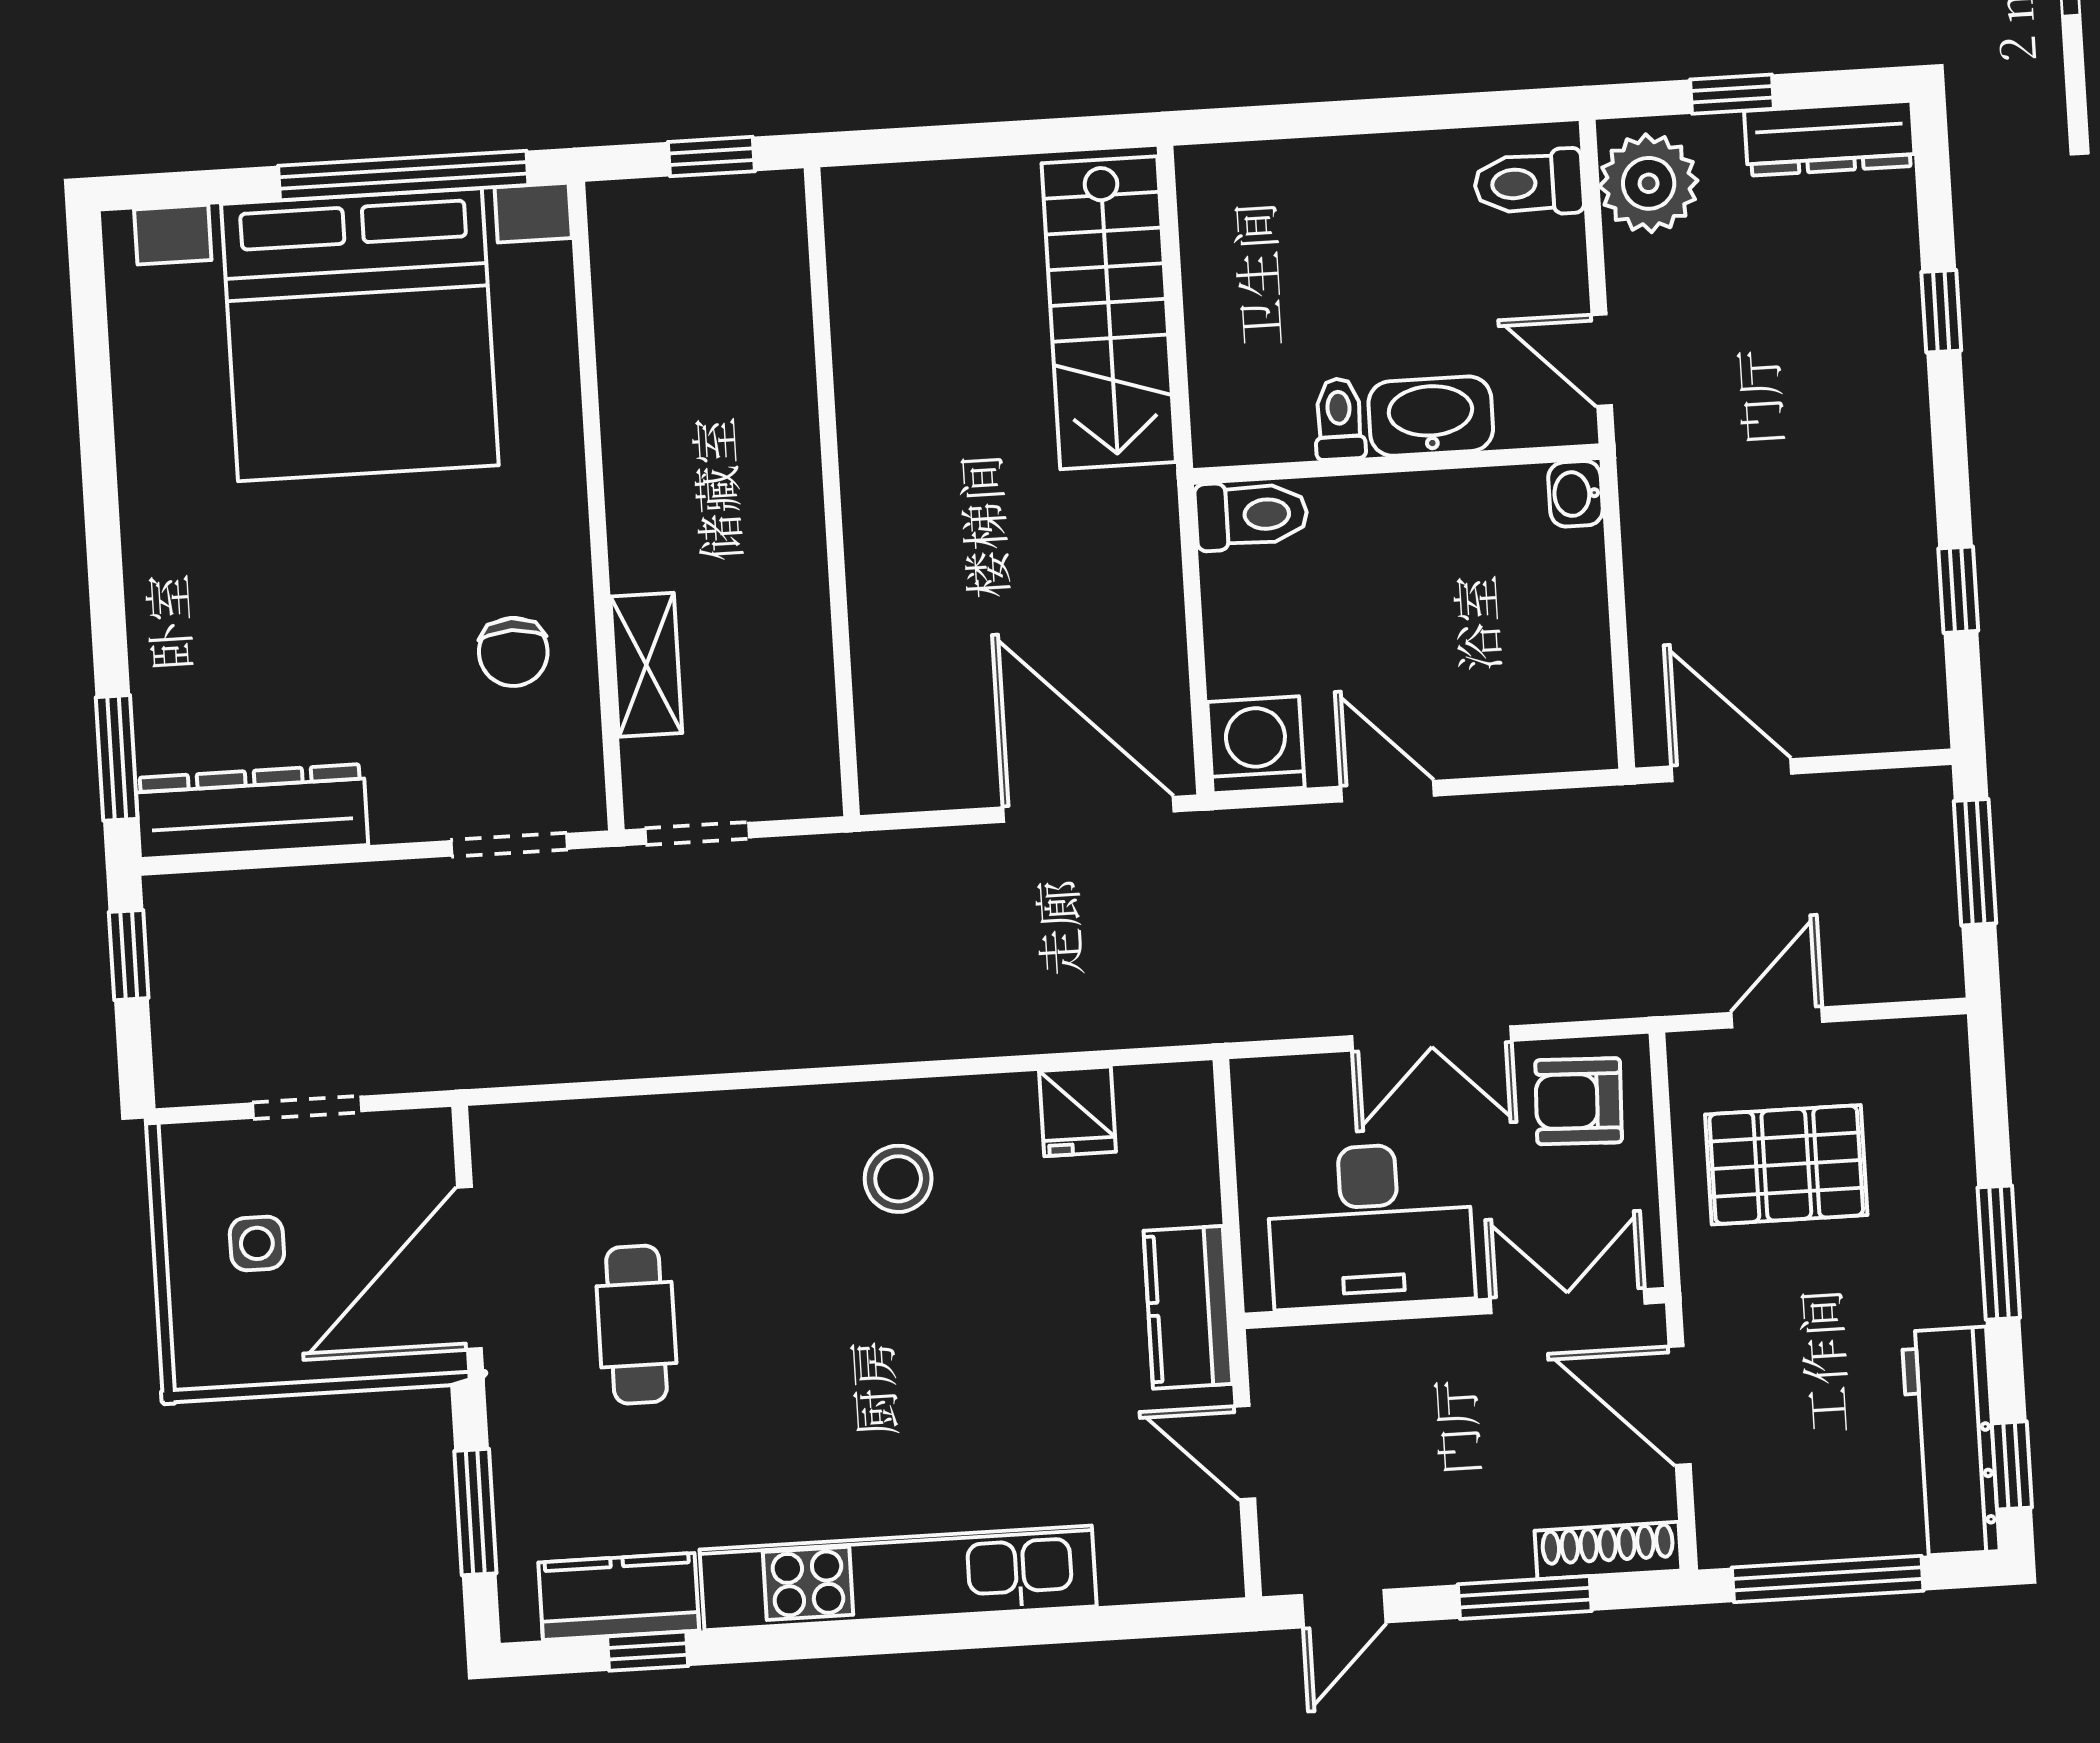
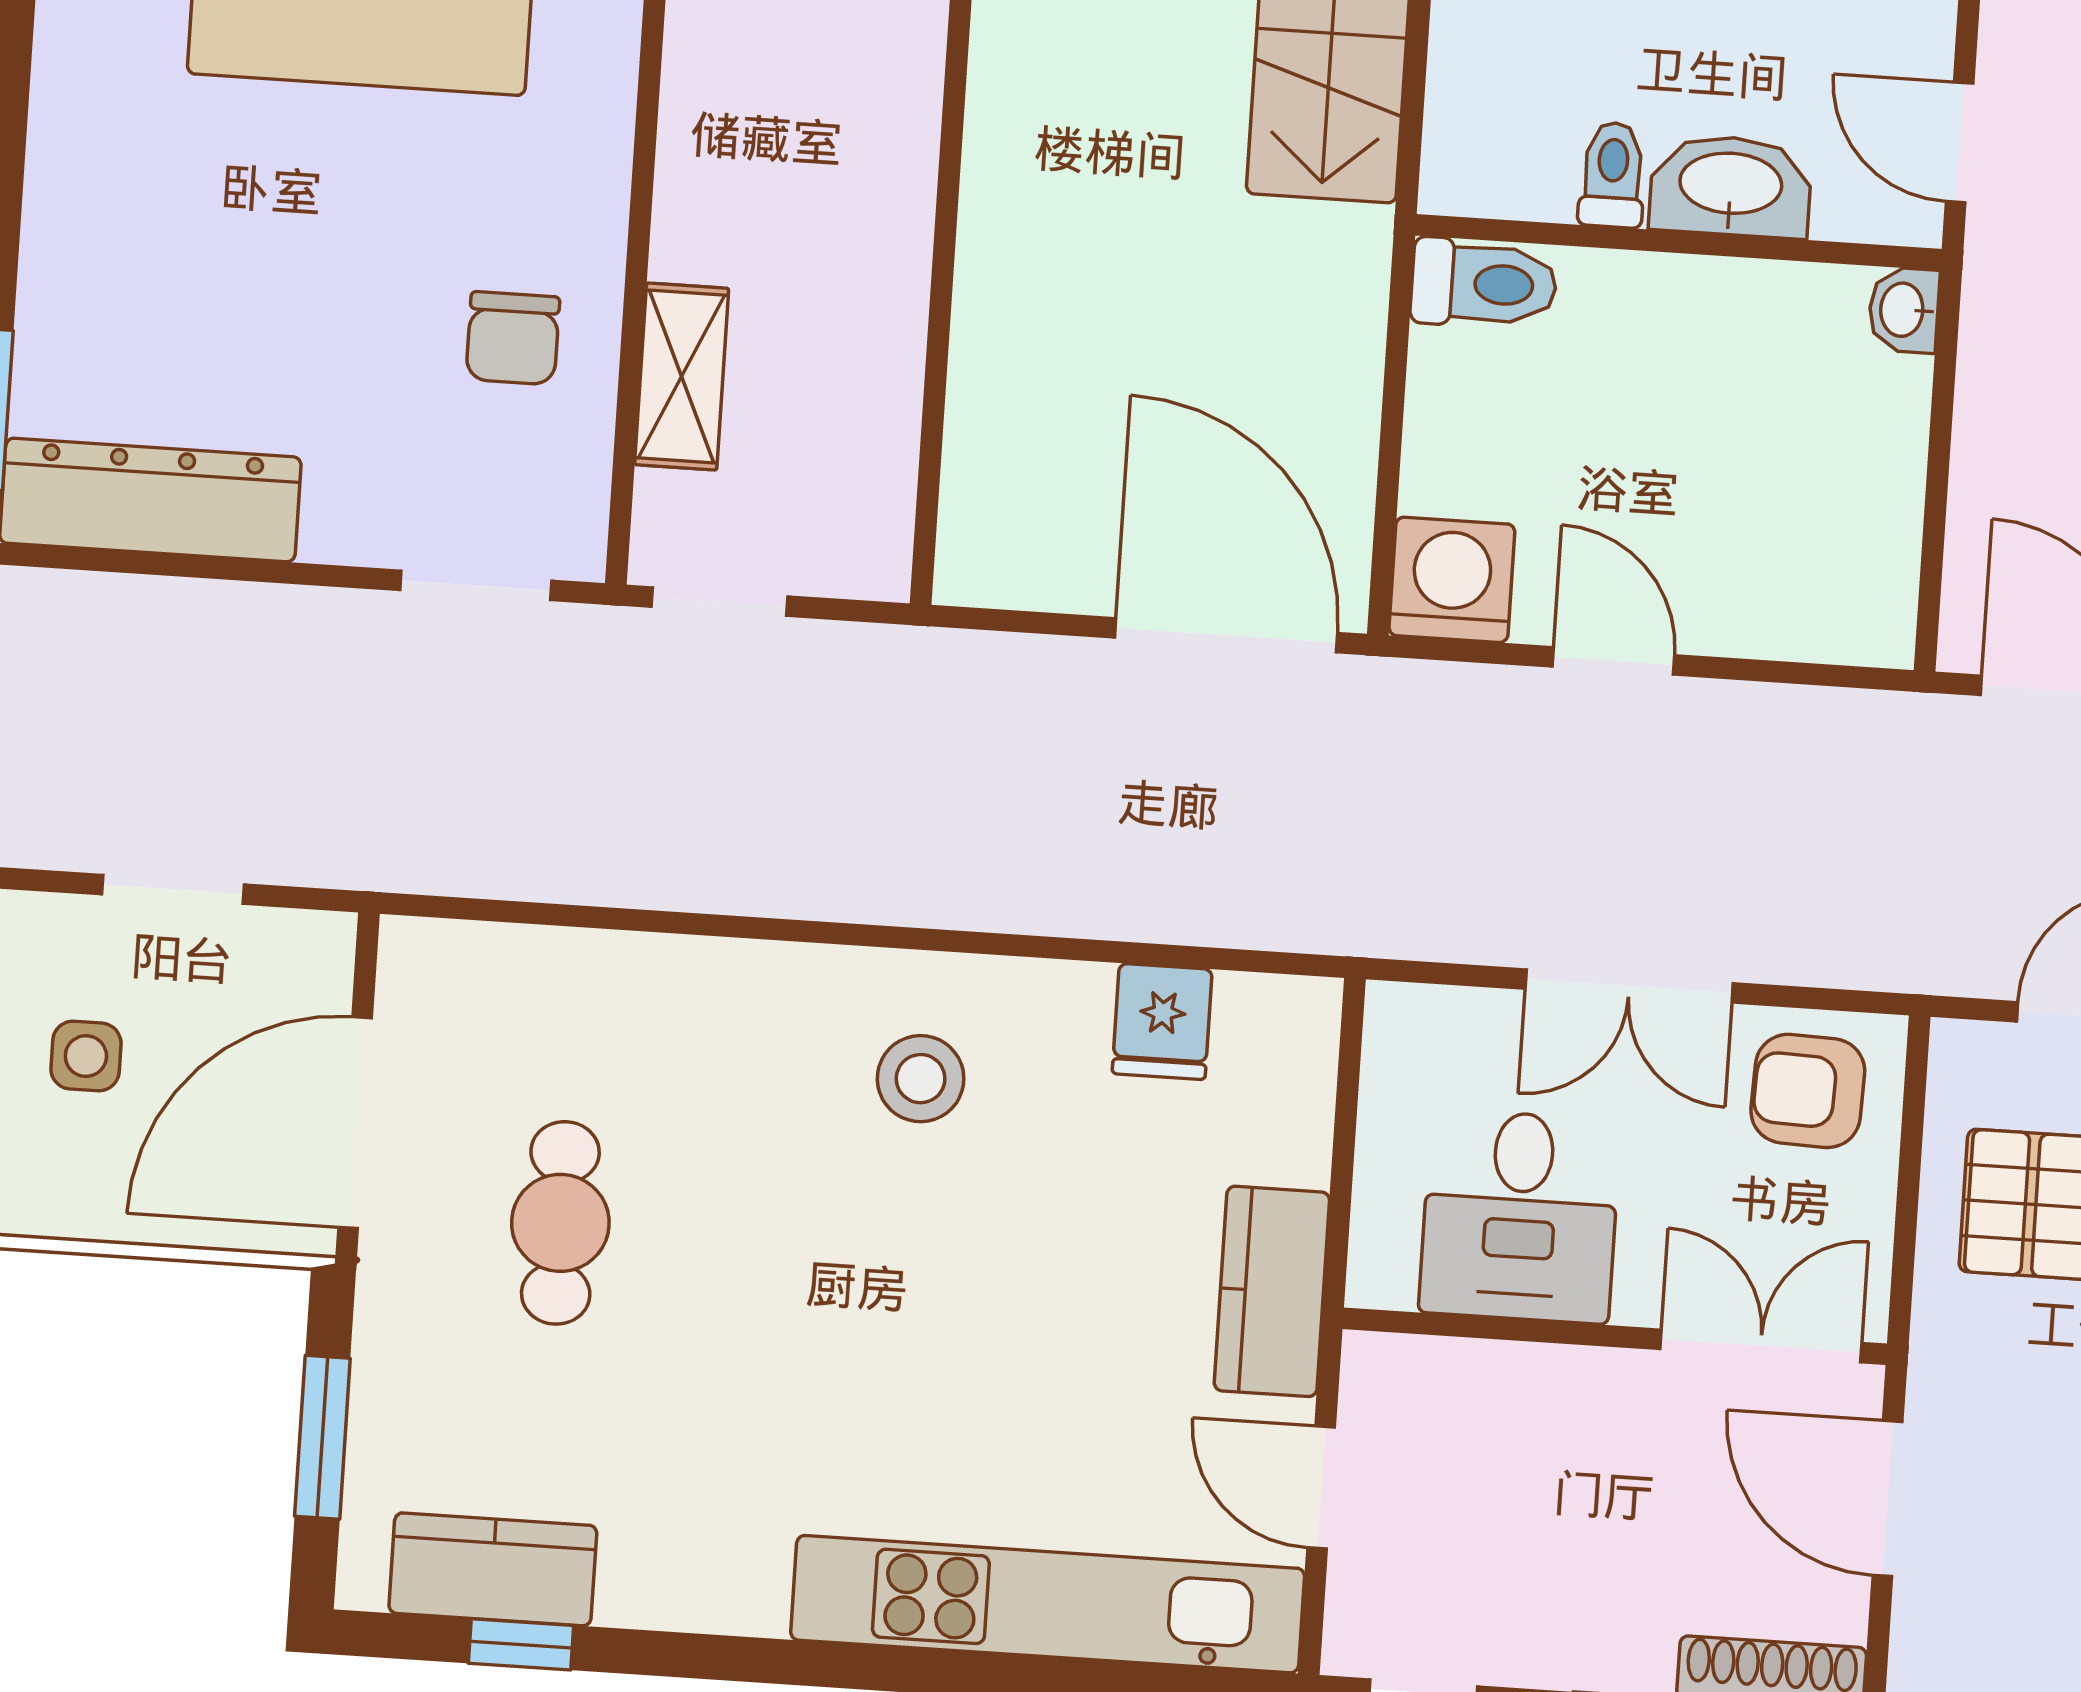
desk: (1370, 1225) -> (1520, 1216), width x0.73
kitchen unit: (898, 1578) -> (1048, 1604), moved

